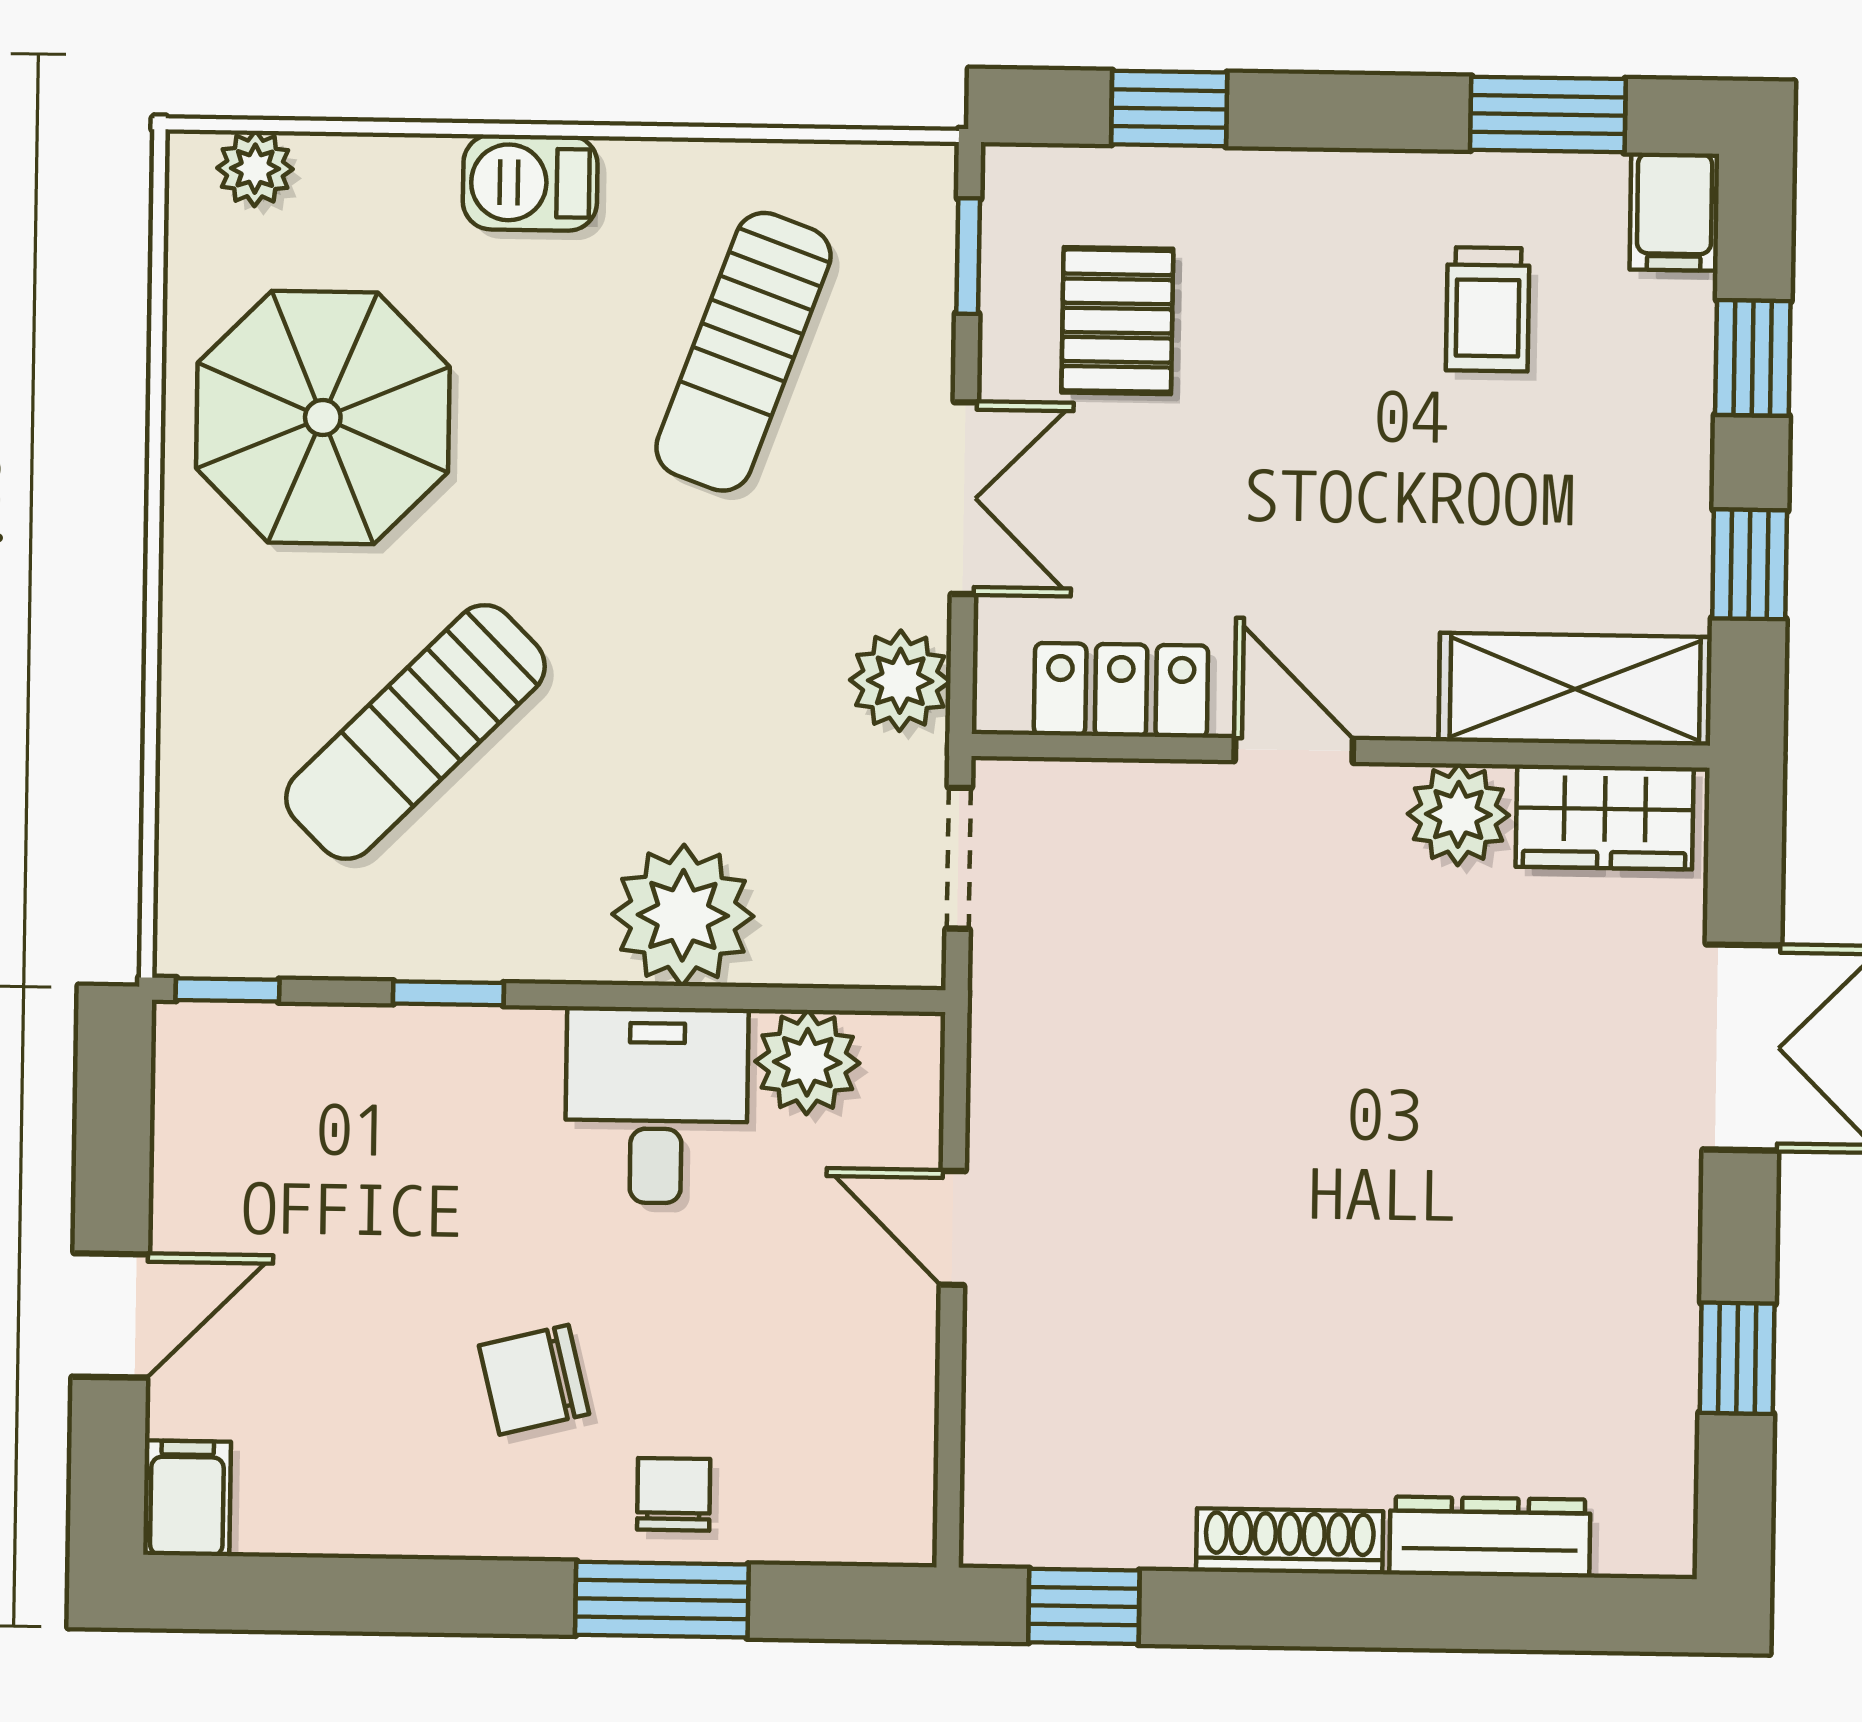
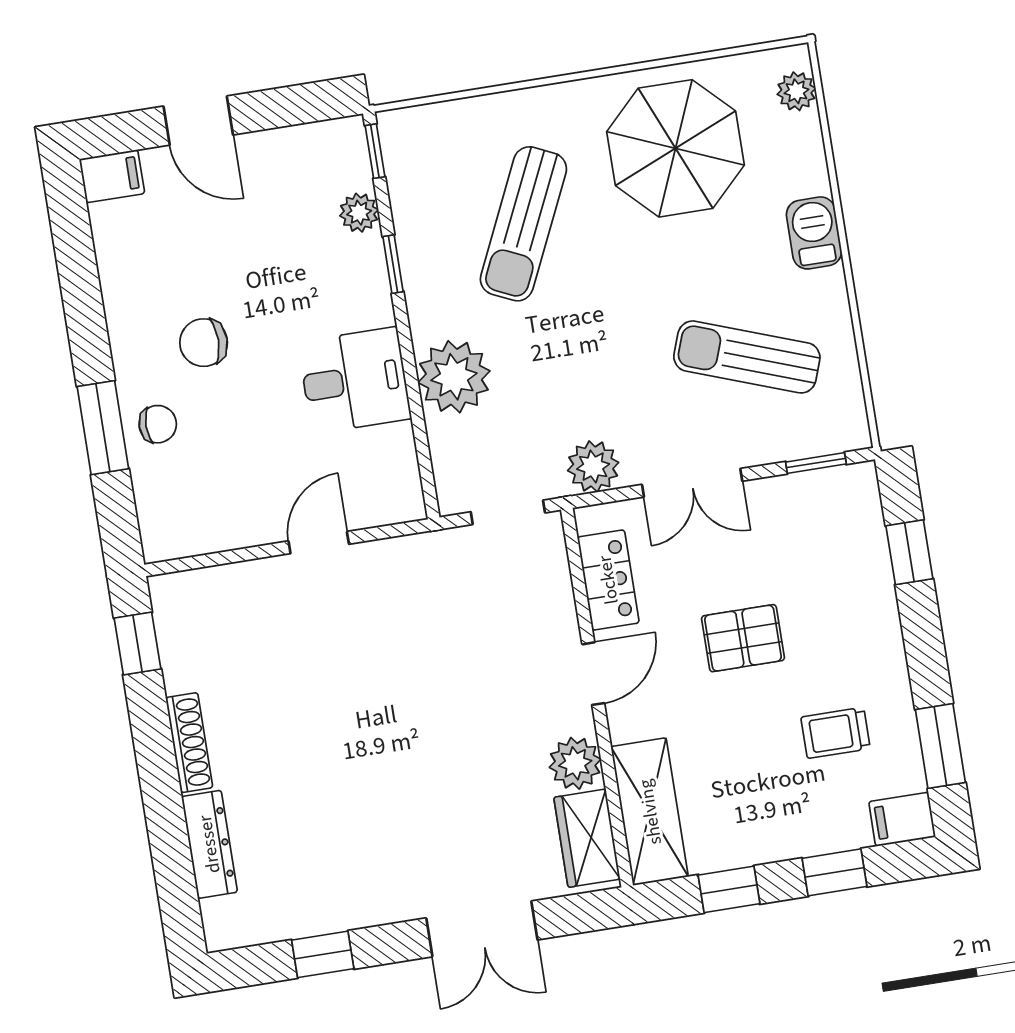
pallet: (1117, 321) -> (743, 638), moved
sun lounger: (415, 732) -> (523, 224), turned -110
plant: (807, 1062) -> (359, 213), moved, width x0.73, depth x0.73
chair: (534, 1380) -> (204, 343), turned -76

